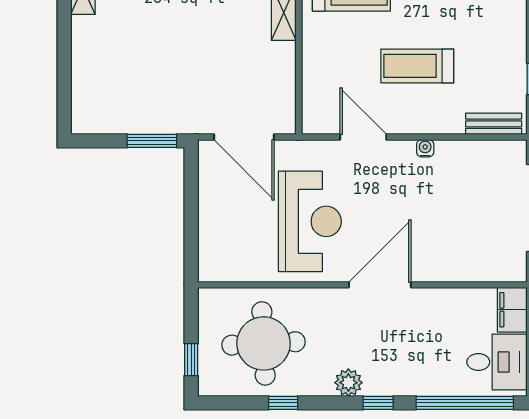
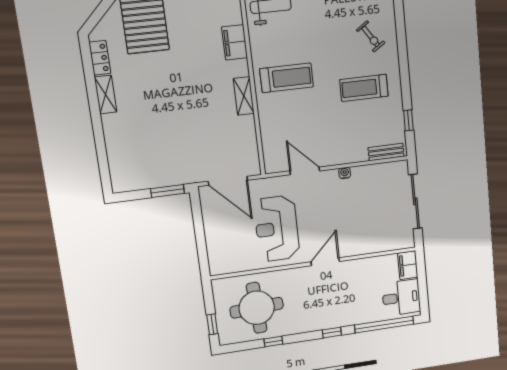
treadmill: (417, 66) -> (364, 88), moved
reception desk: (310, 221) -> (277, 229), turned 180
door: (380, 285) -> (325, 262), width x0.73
plant: (348, 383) -> (312, 323), removed

